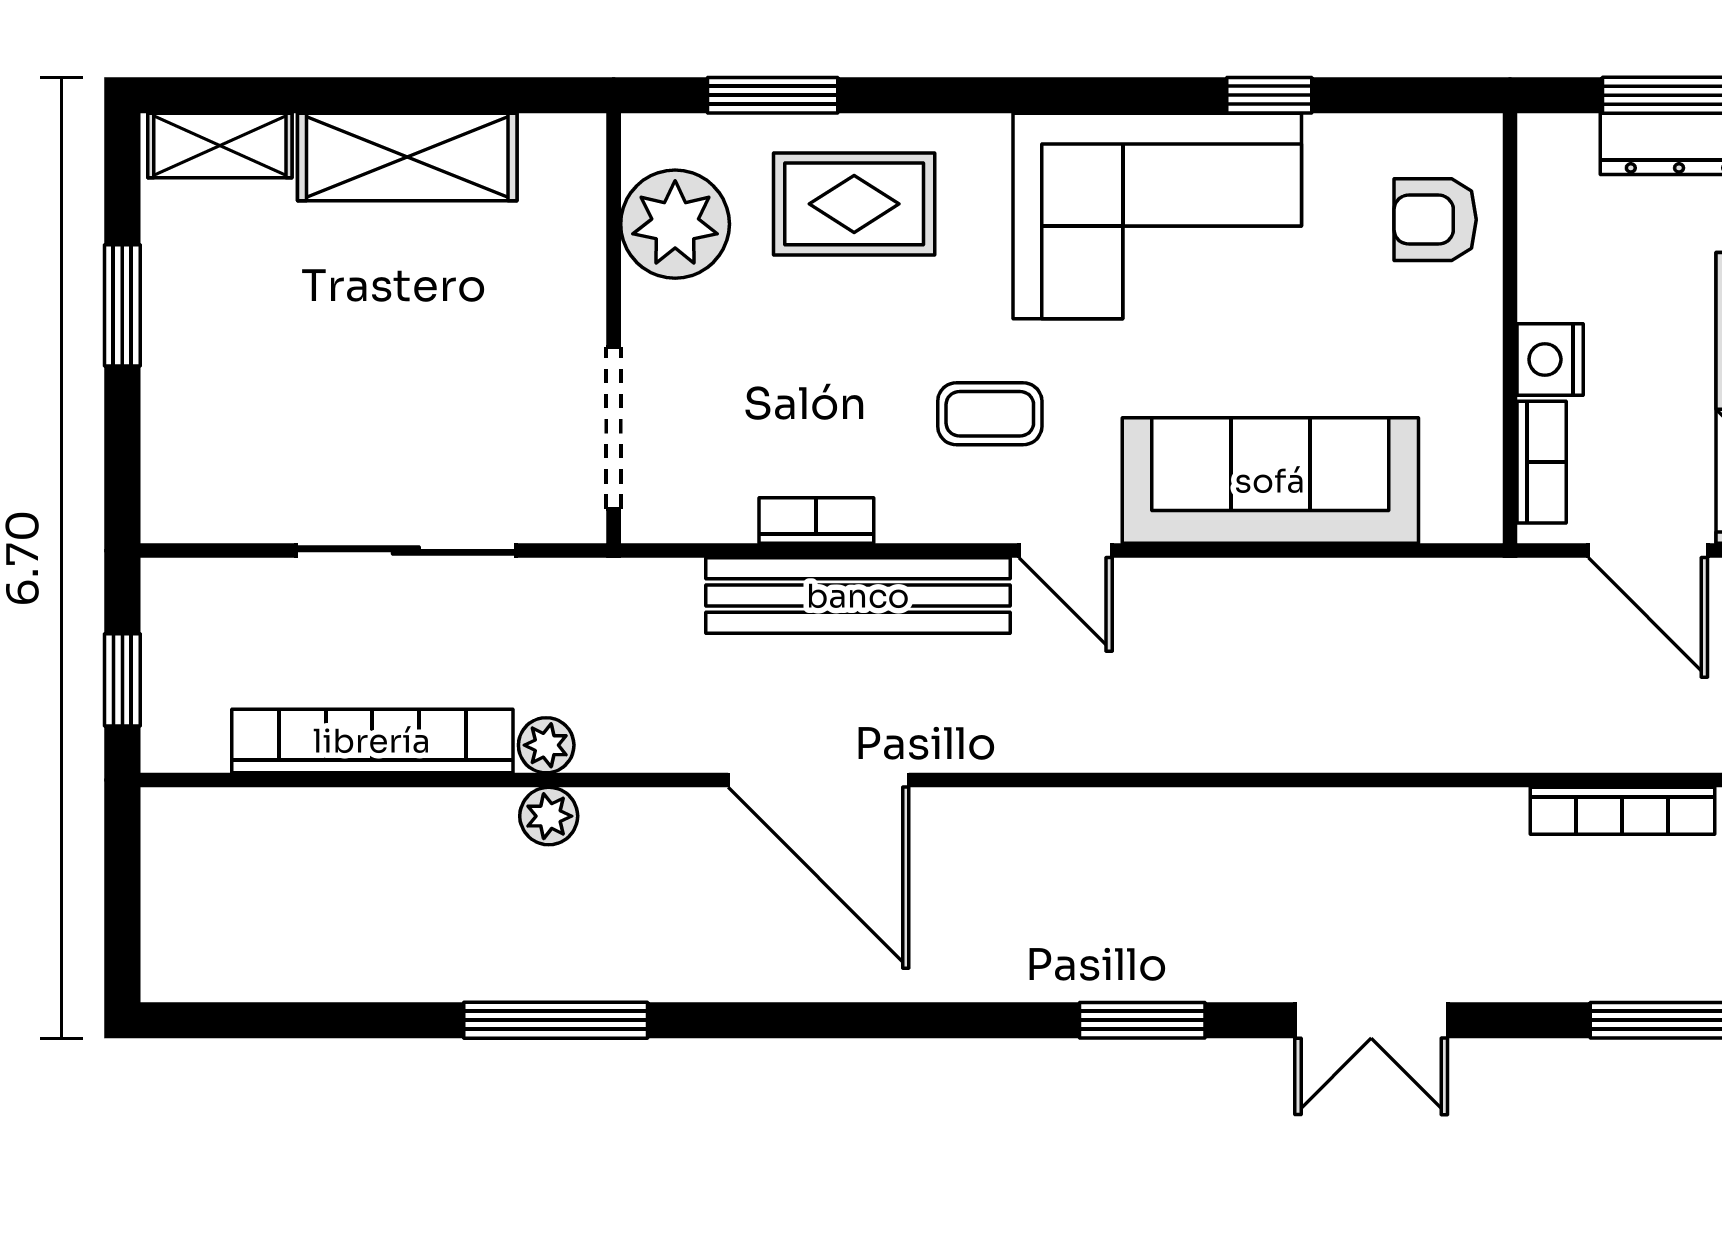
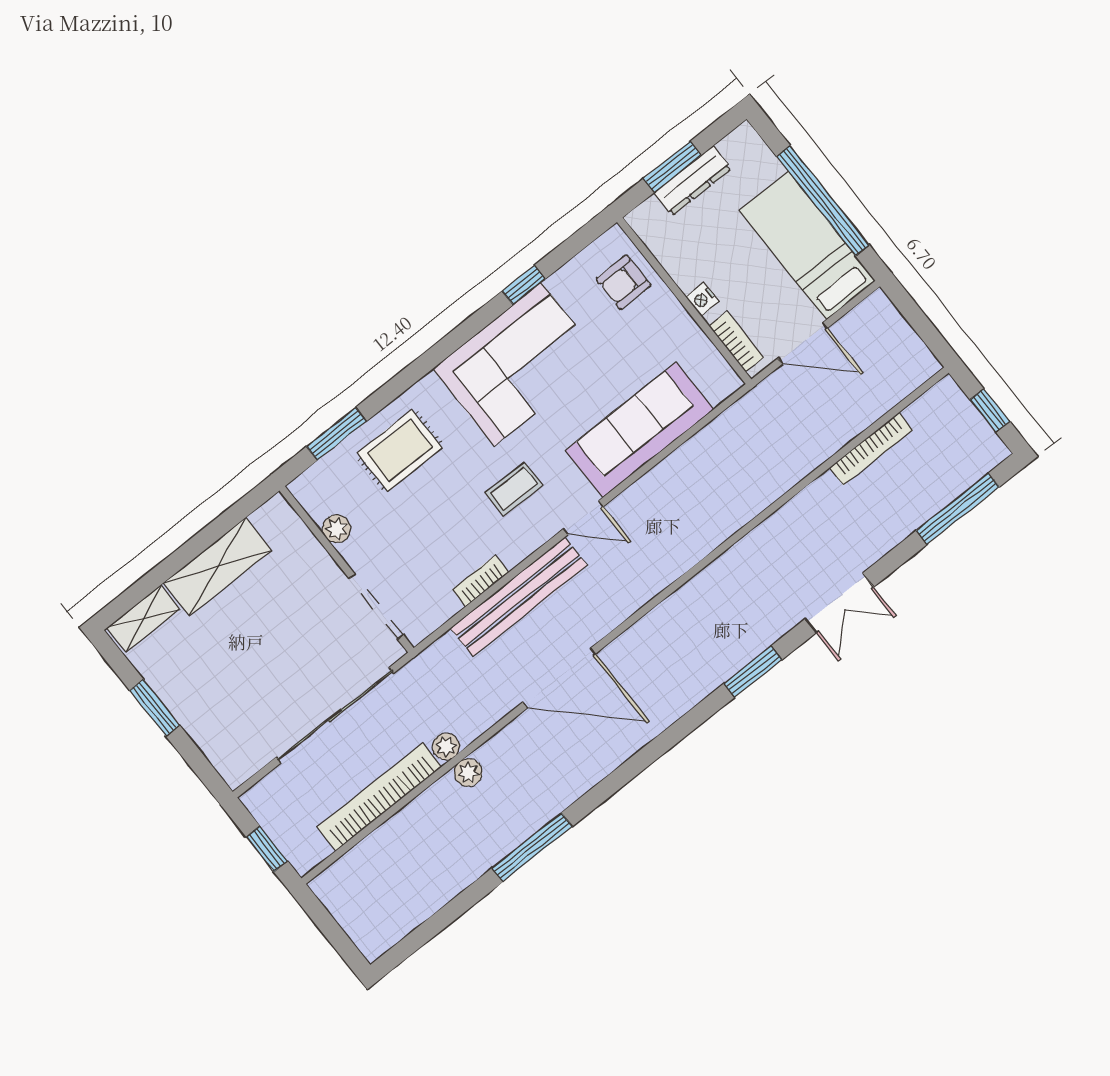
plant: (675, 224) -> (336, 529), width x0.53, depth x0.53
nightstand: (1550, 359) -> (702, 299), width x0.72, depth x0.74
sliding door: (406, 551) -> (335, 715), width x1.36

